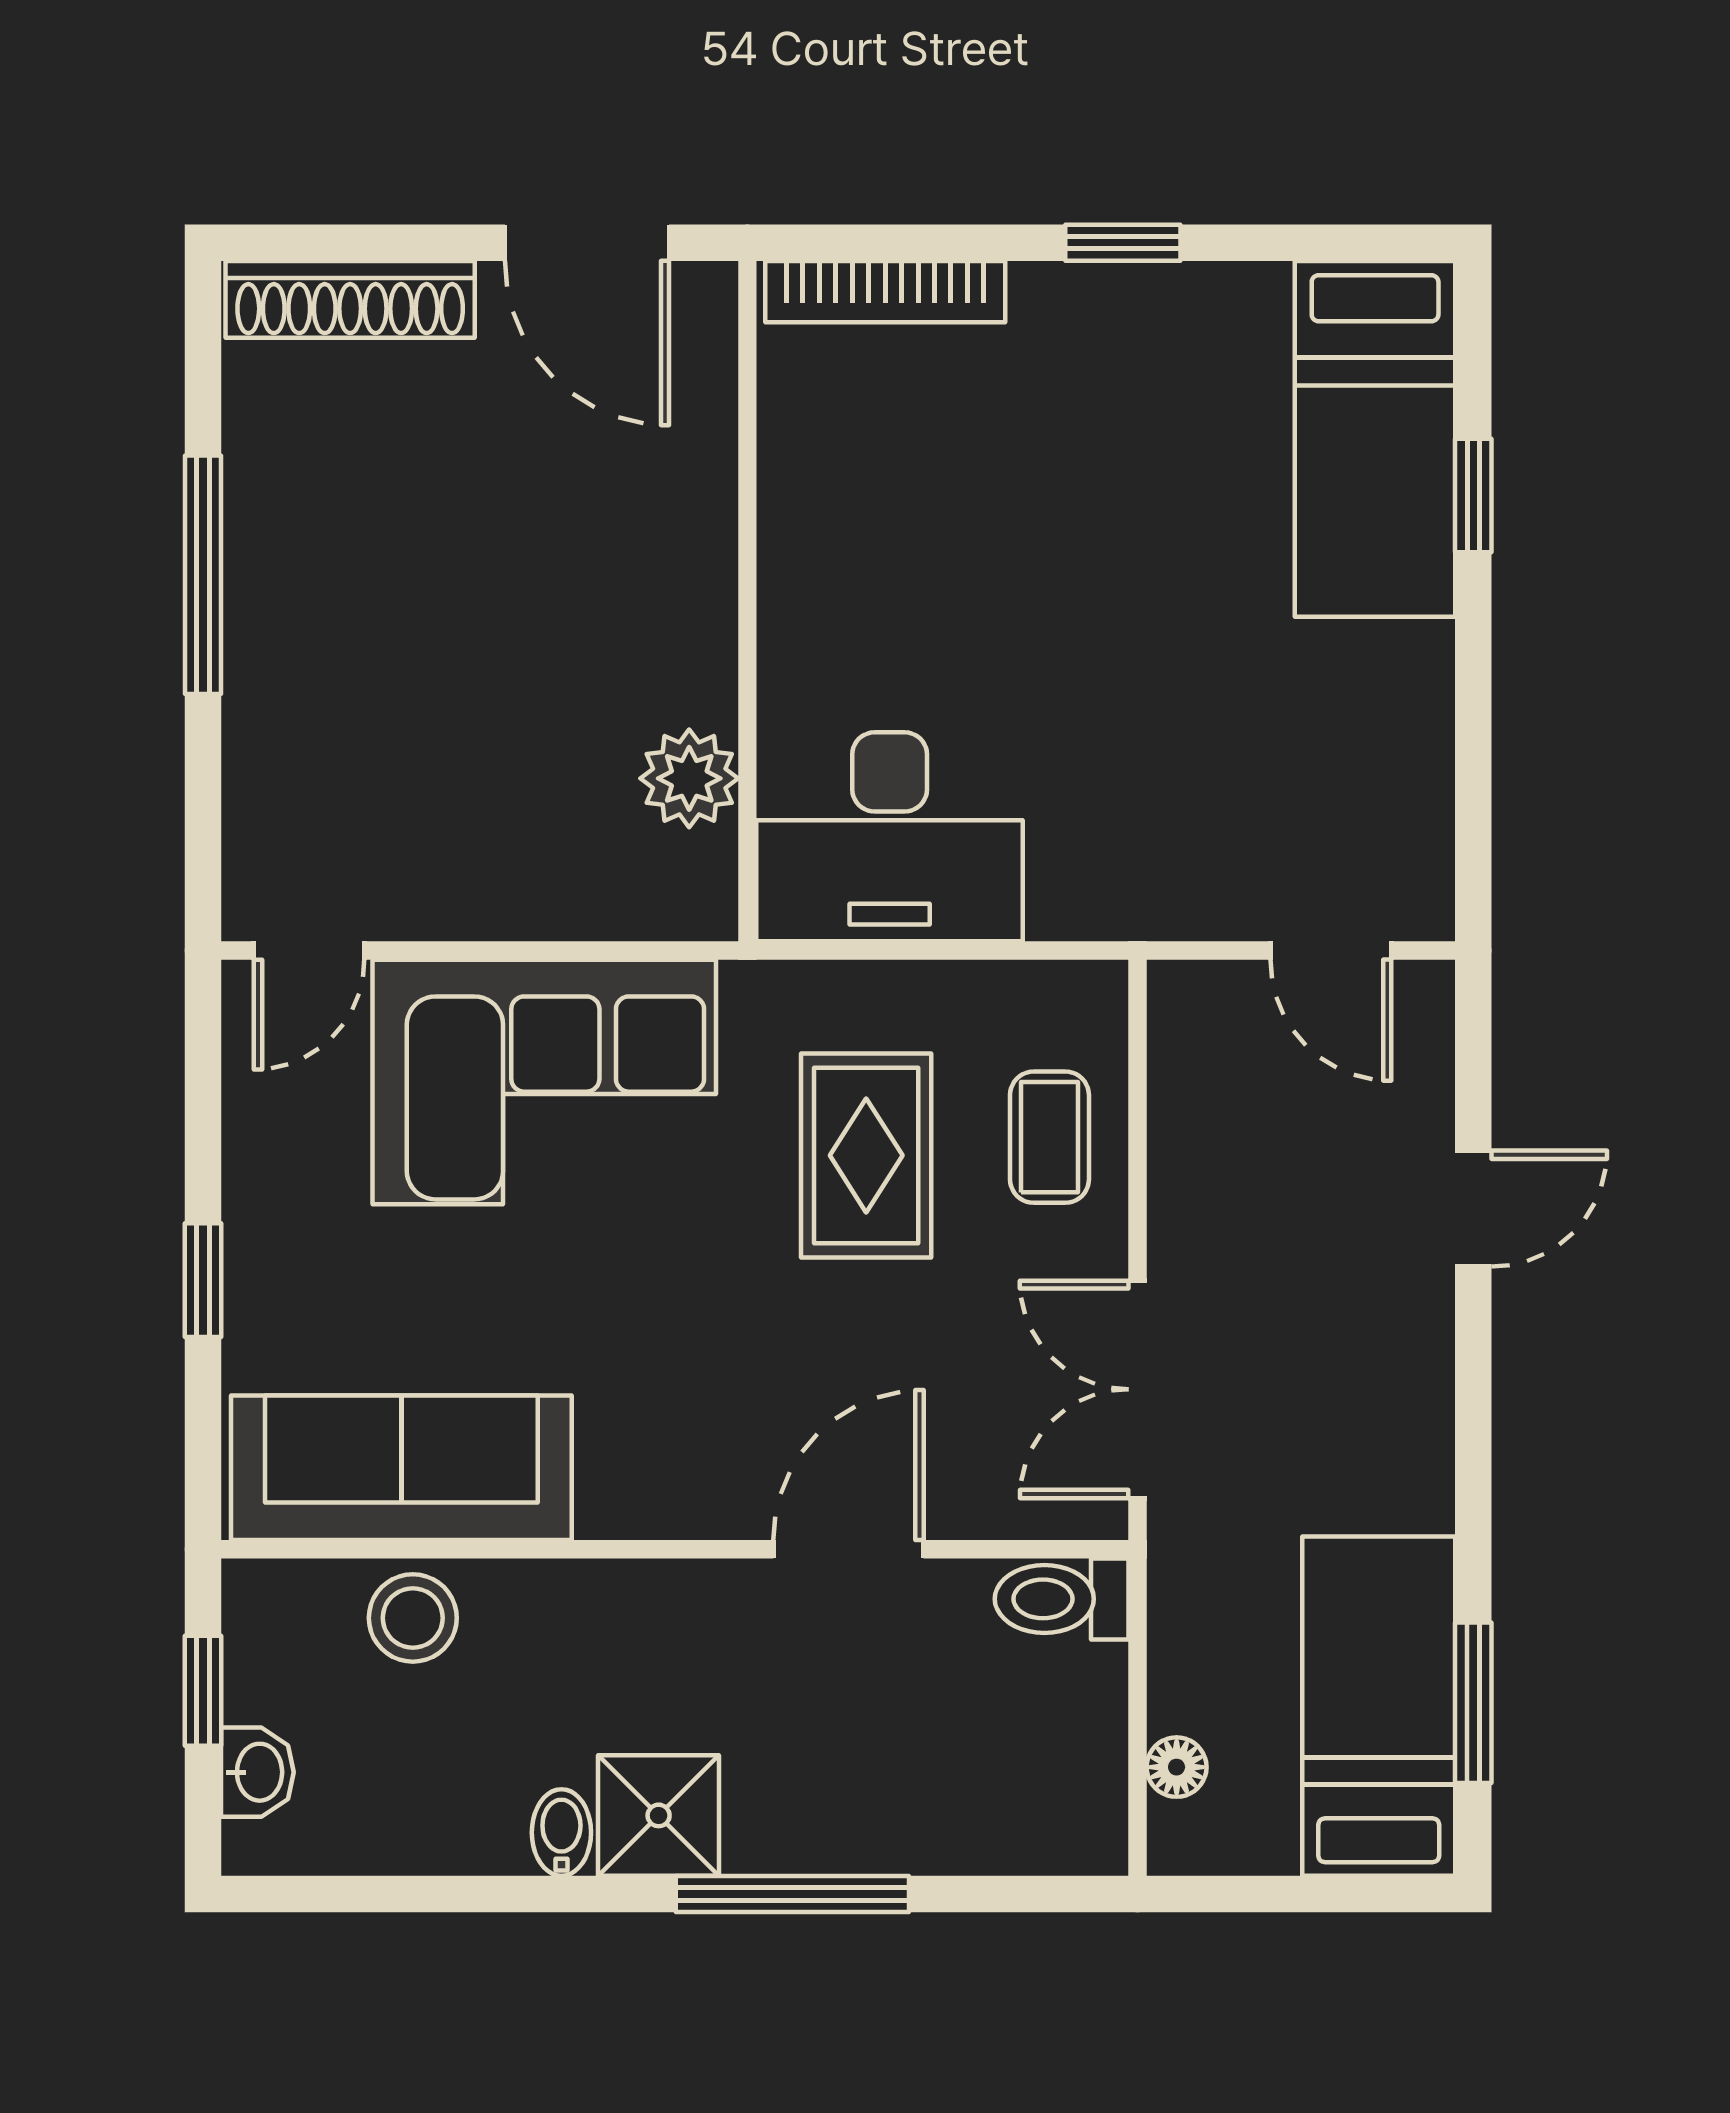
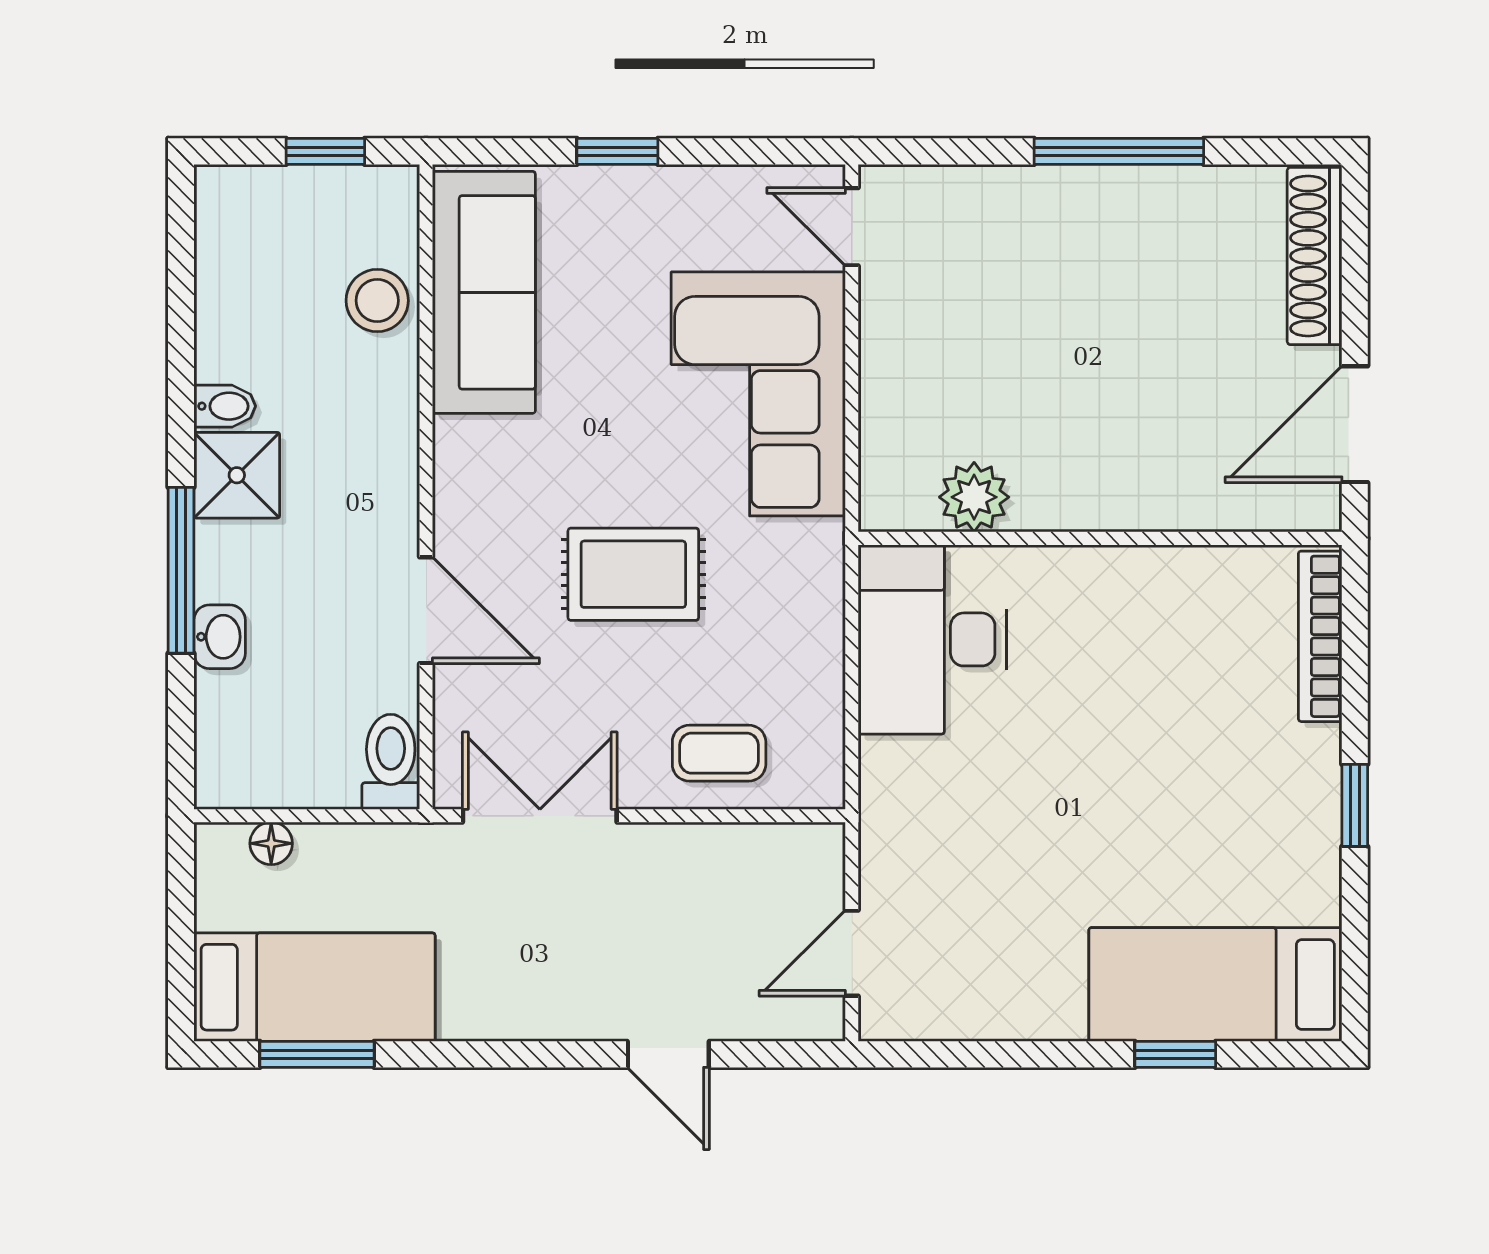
rug: (866, 1155) -> (633, 574), moved
washbasin: (257, 1772) -> (220, 637), moved, turned -90

